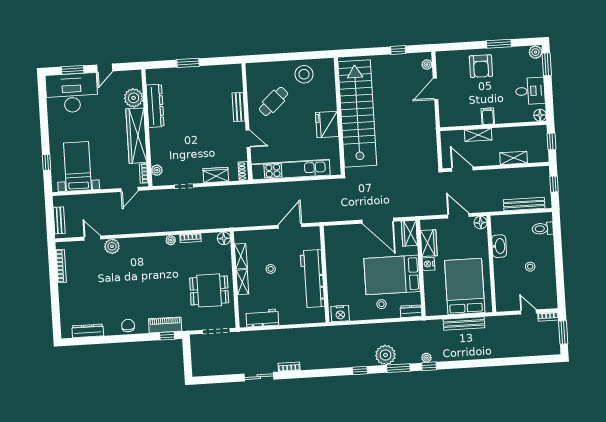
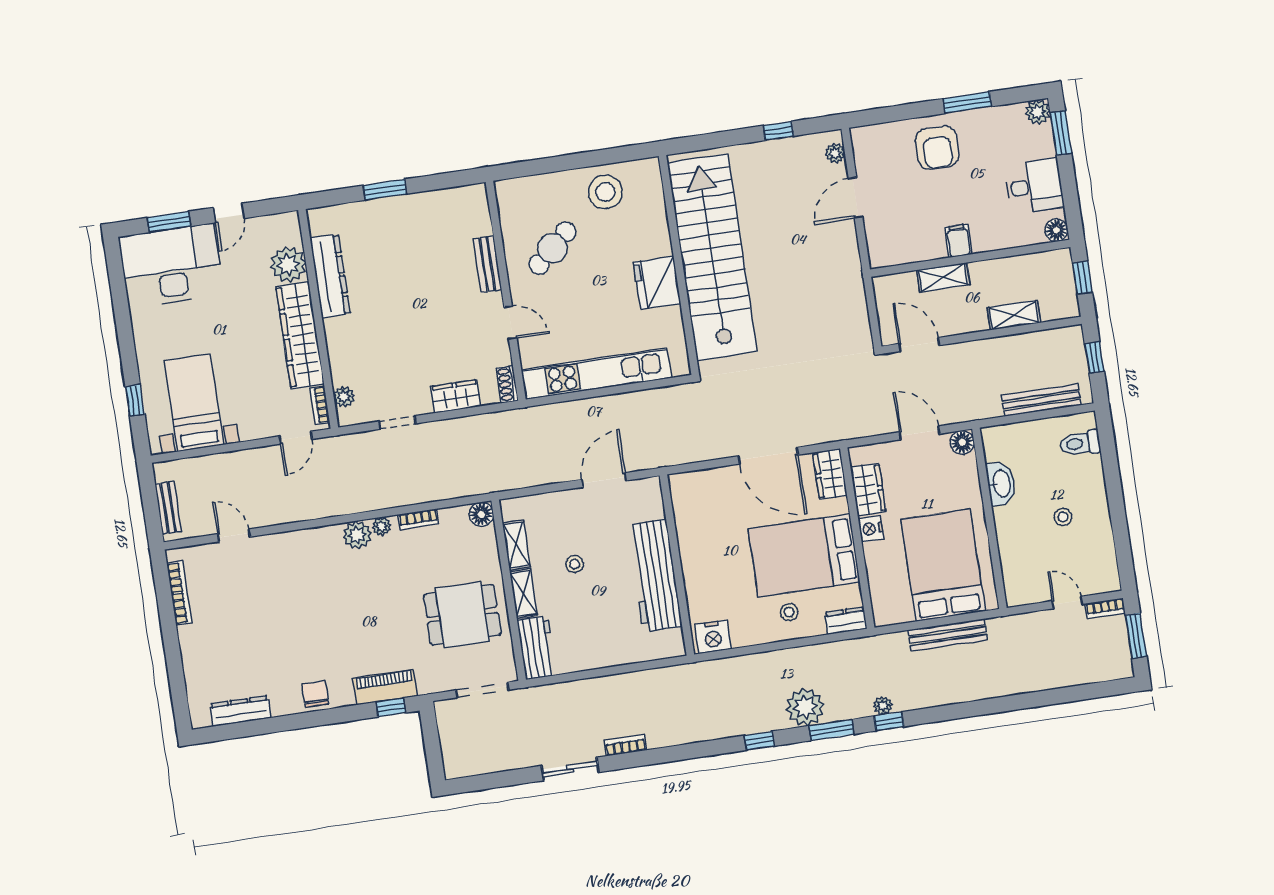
plant: (112, 246) -> (357, 535), moved
workbench: (262, 318) -> (537, 648), moved, turned 90

